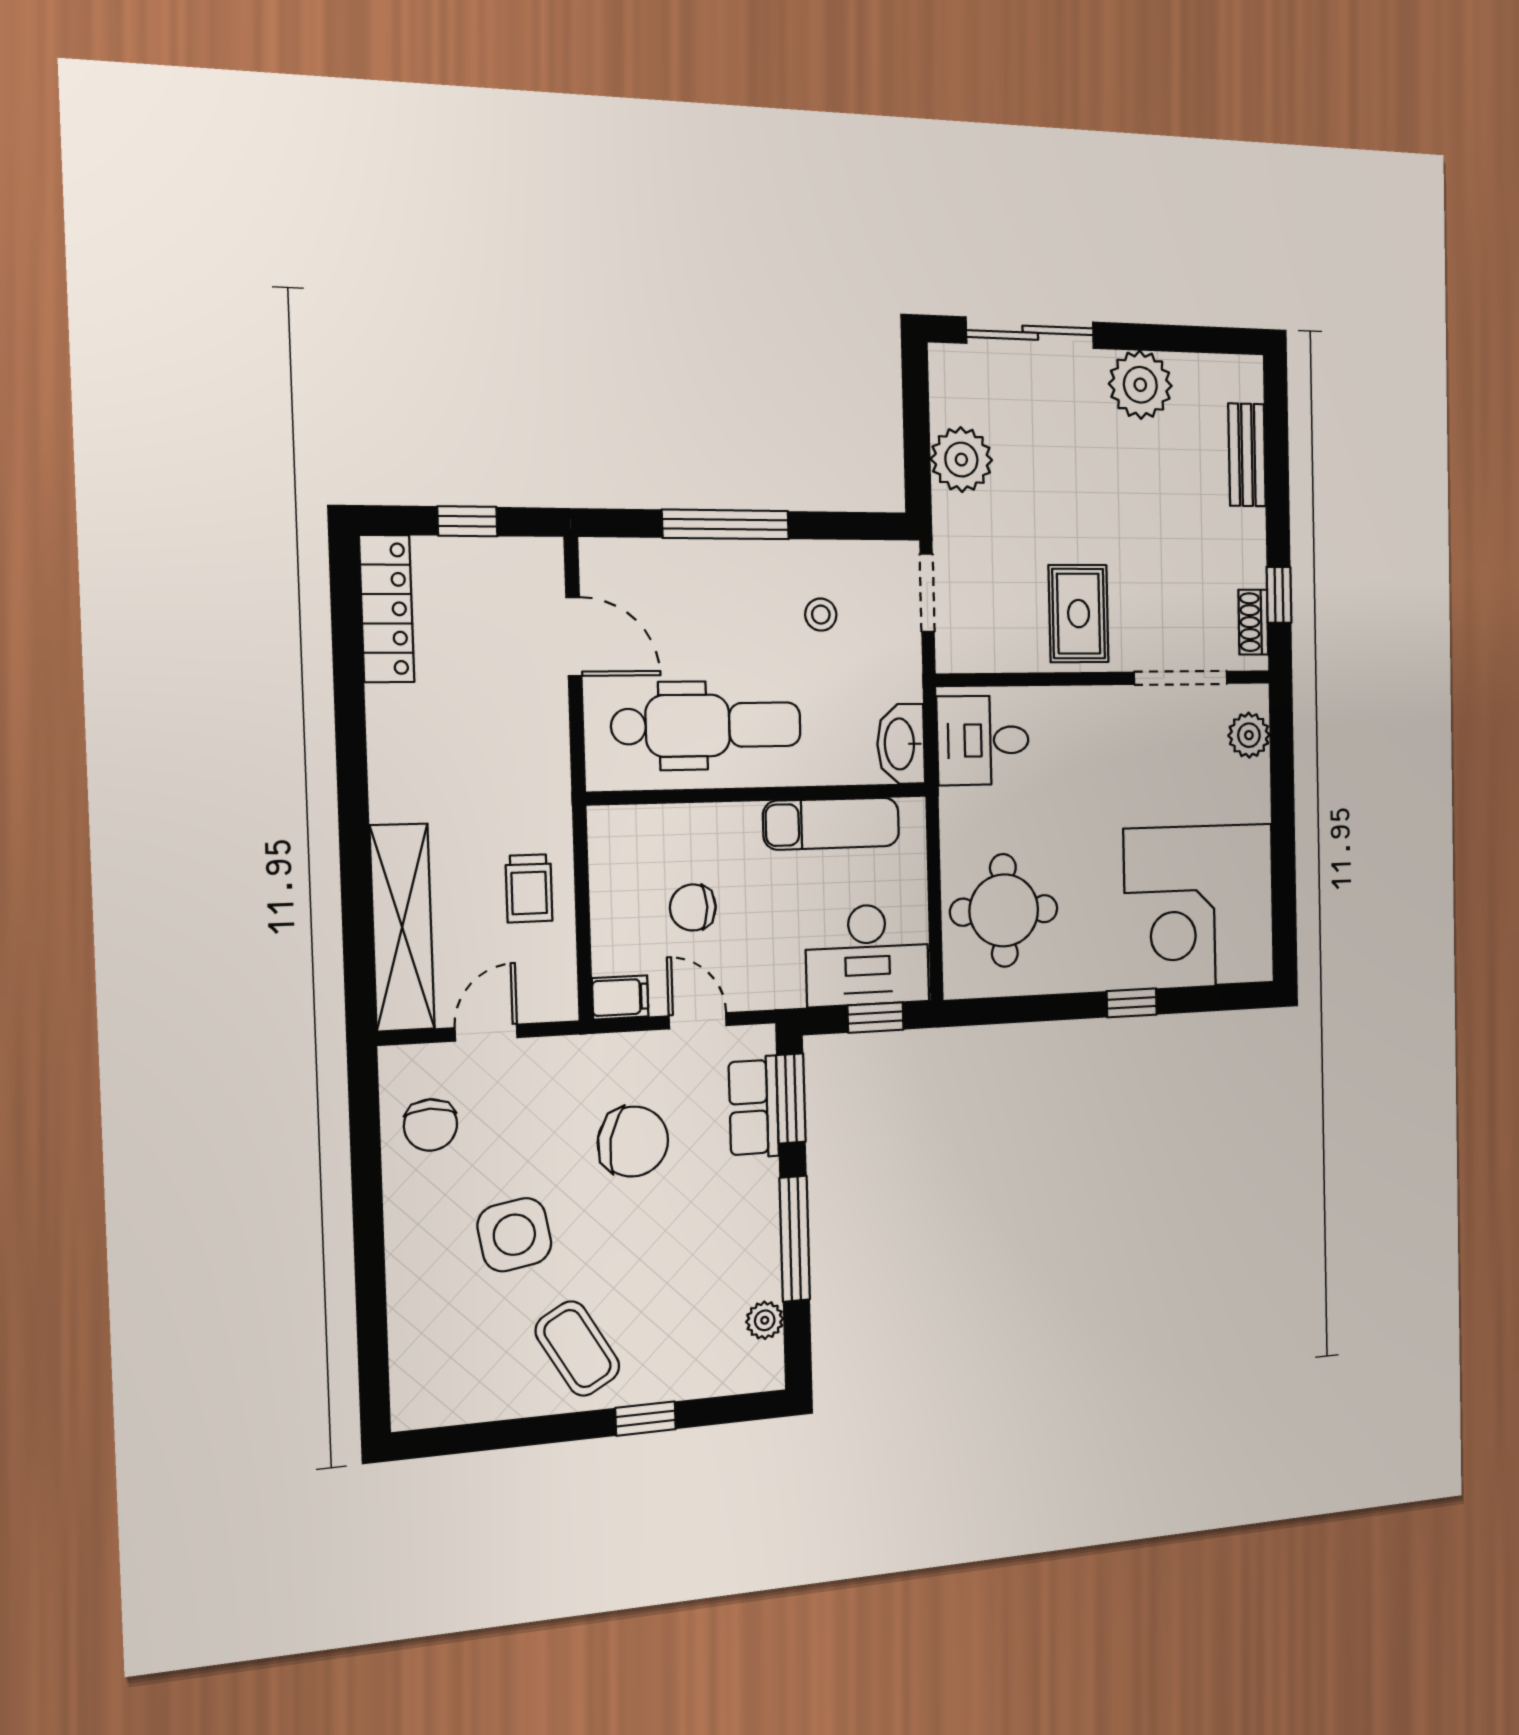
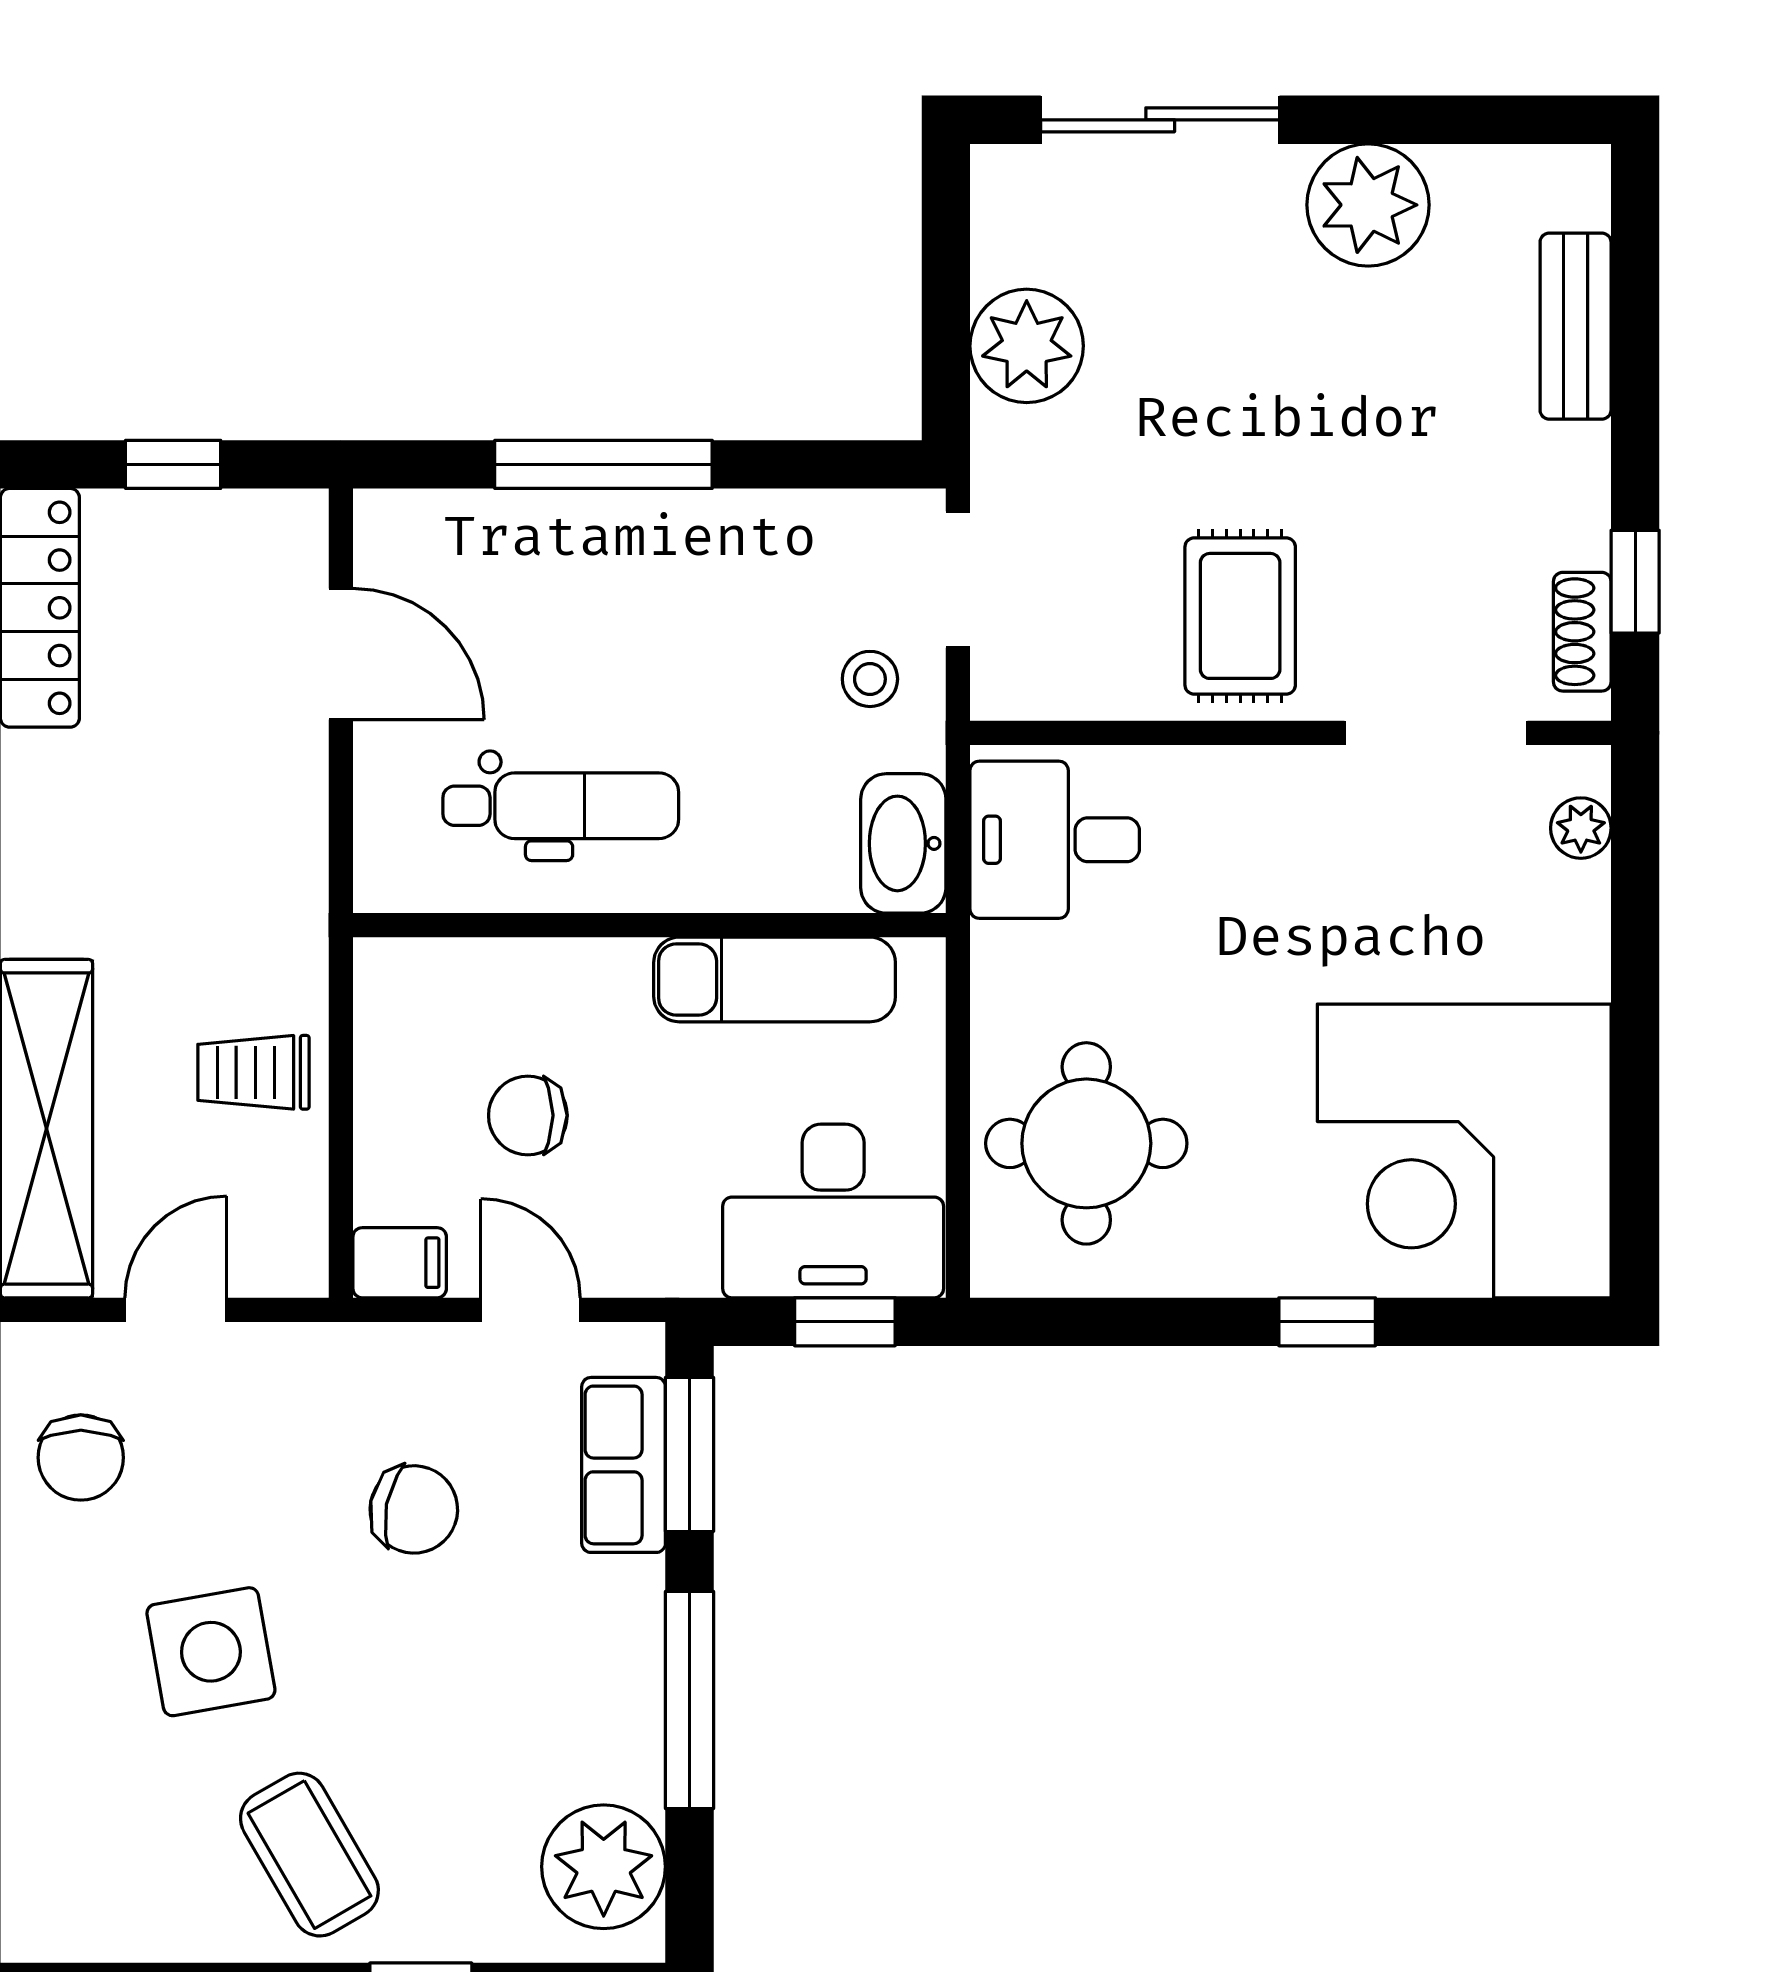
stool: (821, 615) -> (870, 679), moved
dental chair: (707, 725) -> (561, 806), width x0.73, depth x0.72
plant: (1249, 735) -> (1581, 828), width x0.73, depth x0.73
trolley: (529, 888) -> (254, 1072), turned 90
chair: (633, 1142) -> (414, 1509), width x0.73, depth x0.73
plant: (765, 1320) -> (604, 1867), width x1.88, depth x1.88

